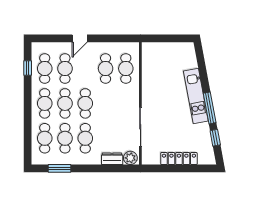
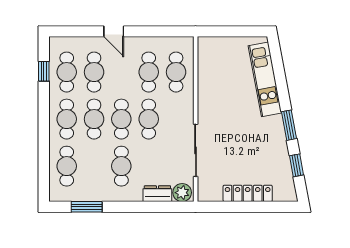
door: (80, 38) -> (114, 31), hinge flipped
kitchen unit: (196, 96) -> (265, 79), moved
window: (210, 108) -> (289, 125), width x0.69
cafe table: (65, 138) -> (149, 119), moved

